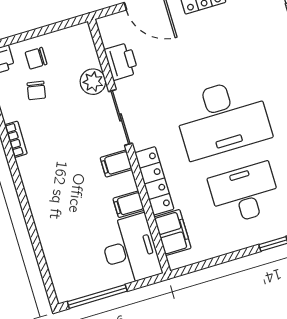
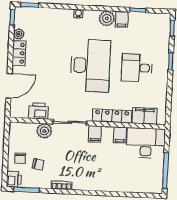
desk: (245, 193) -> (137, 68), width x0.73

